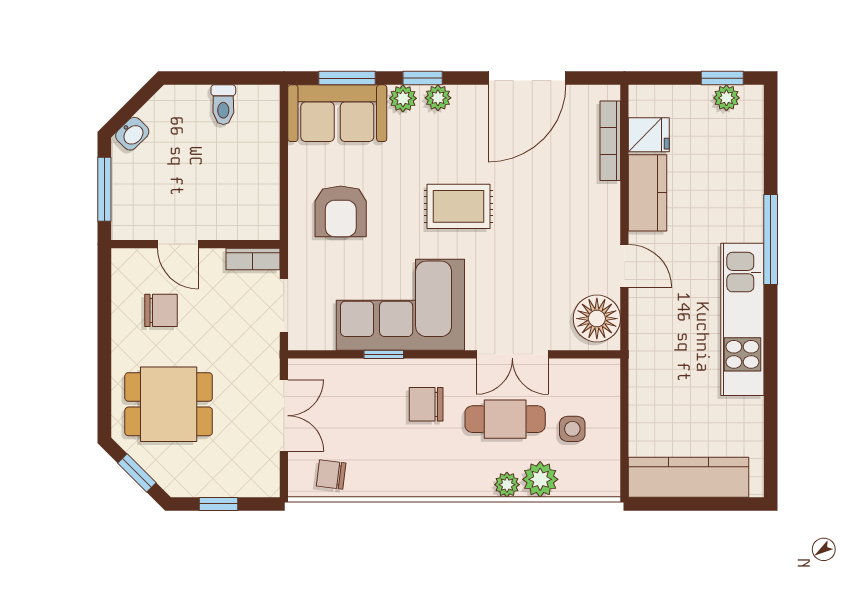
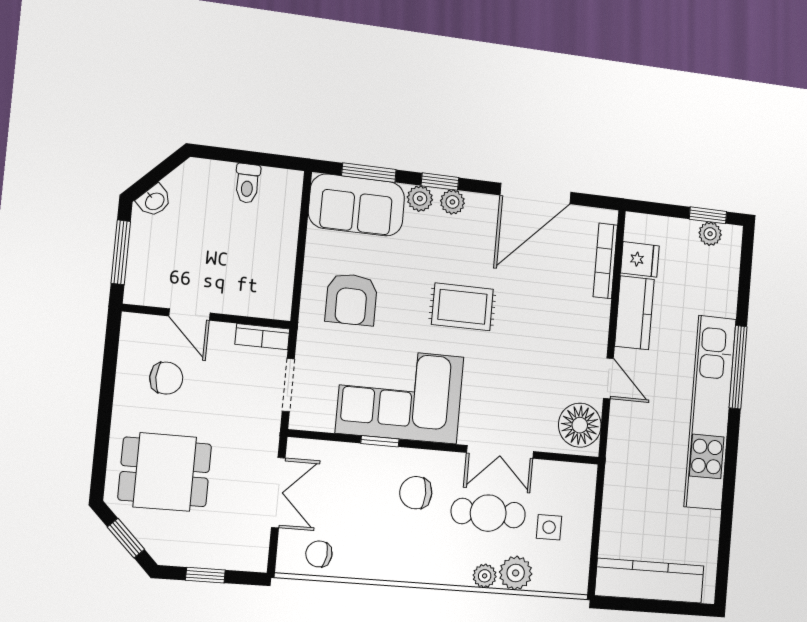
kitchen unit: (742, 319) -> (710, 412), width x1.36

